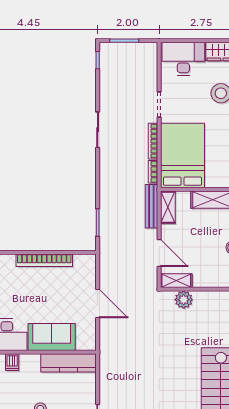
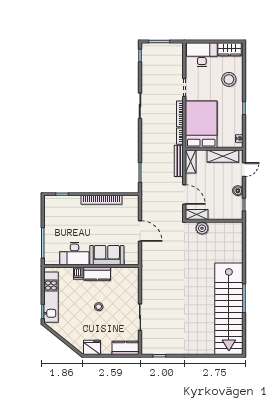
kitchen counter: (69, 363) -> (97, 274), moved, width x0.67

